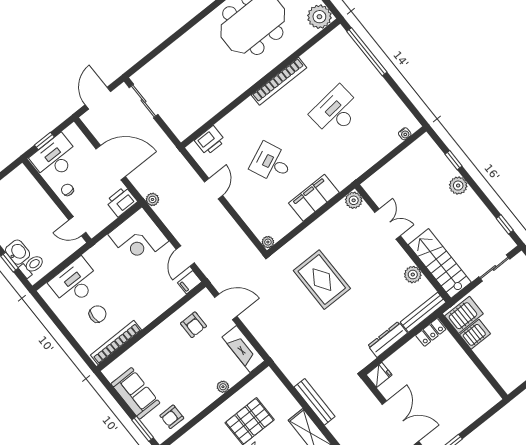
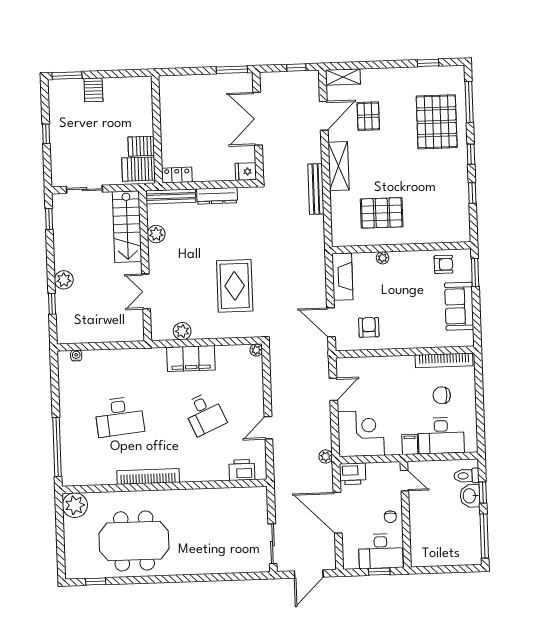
plant: (354, 200) -> (182, 331), moved
filing cabinet: (190, 282) -> (410, 444), moved, turned -90

